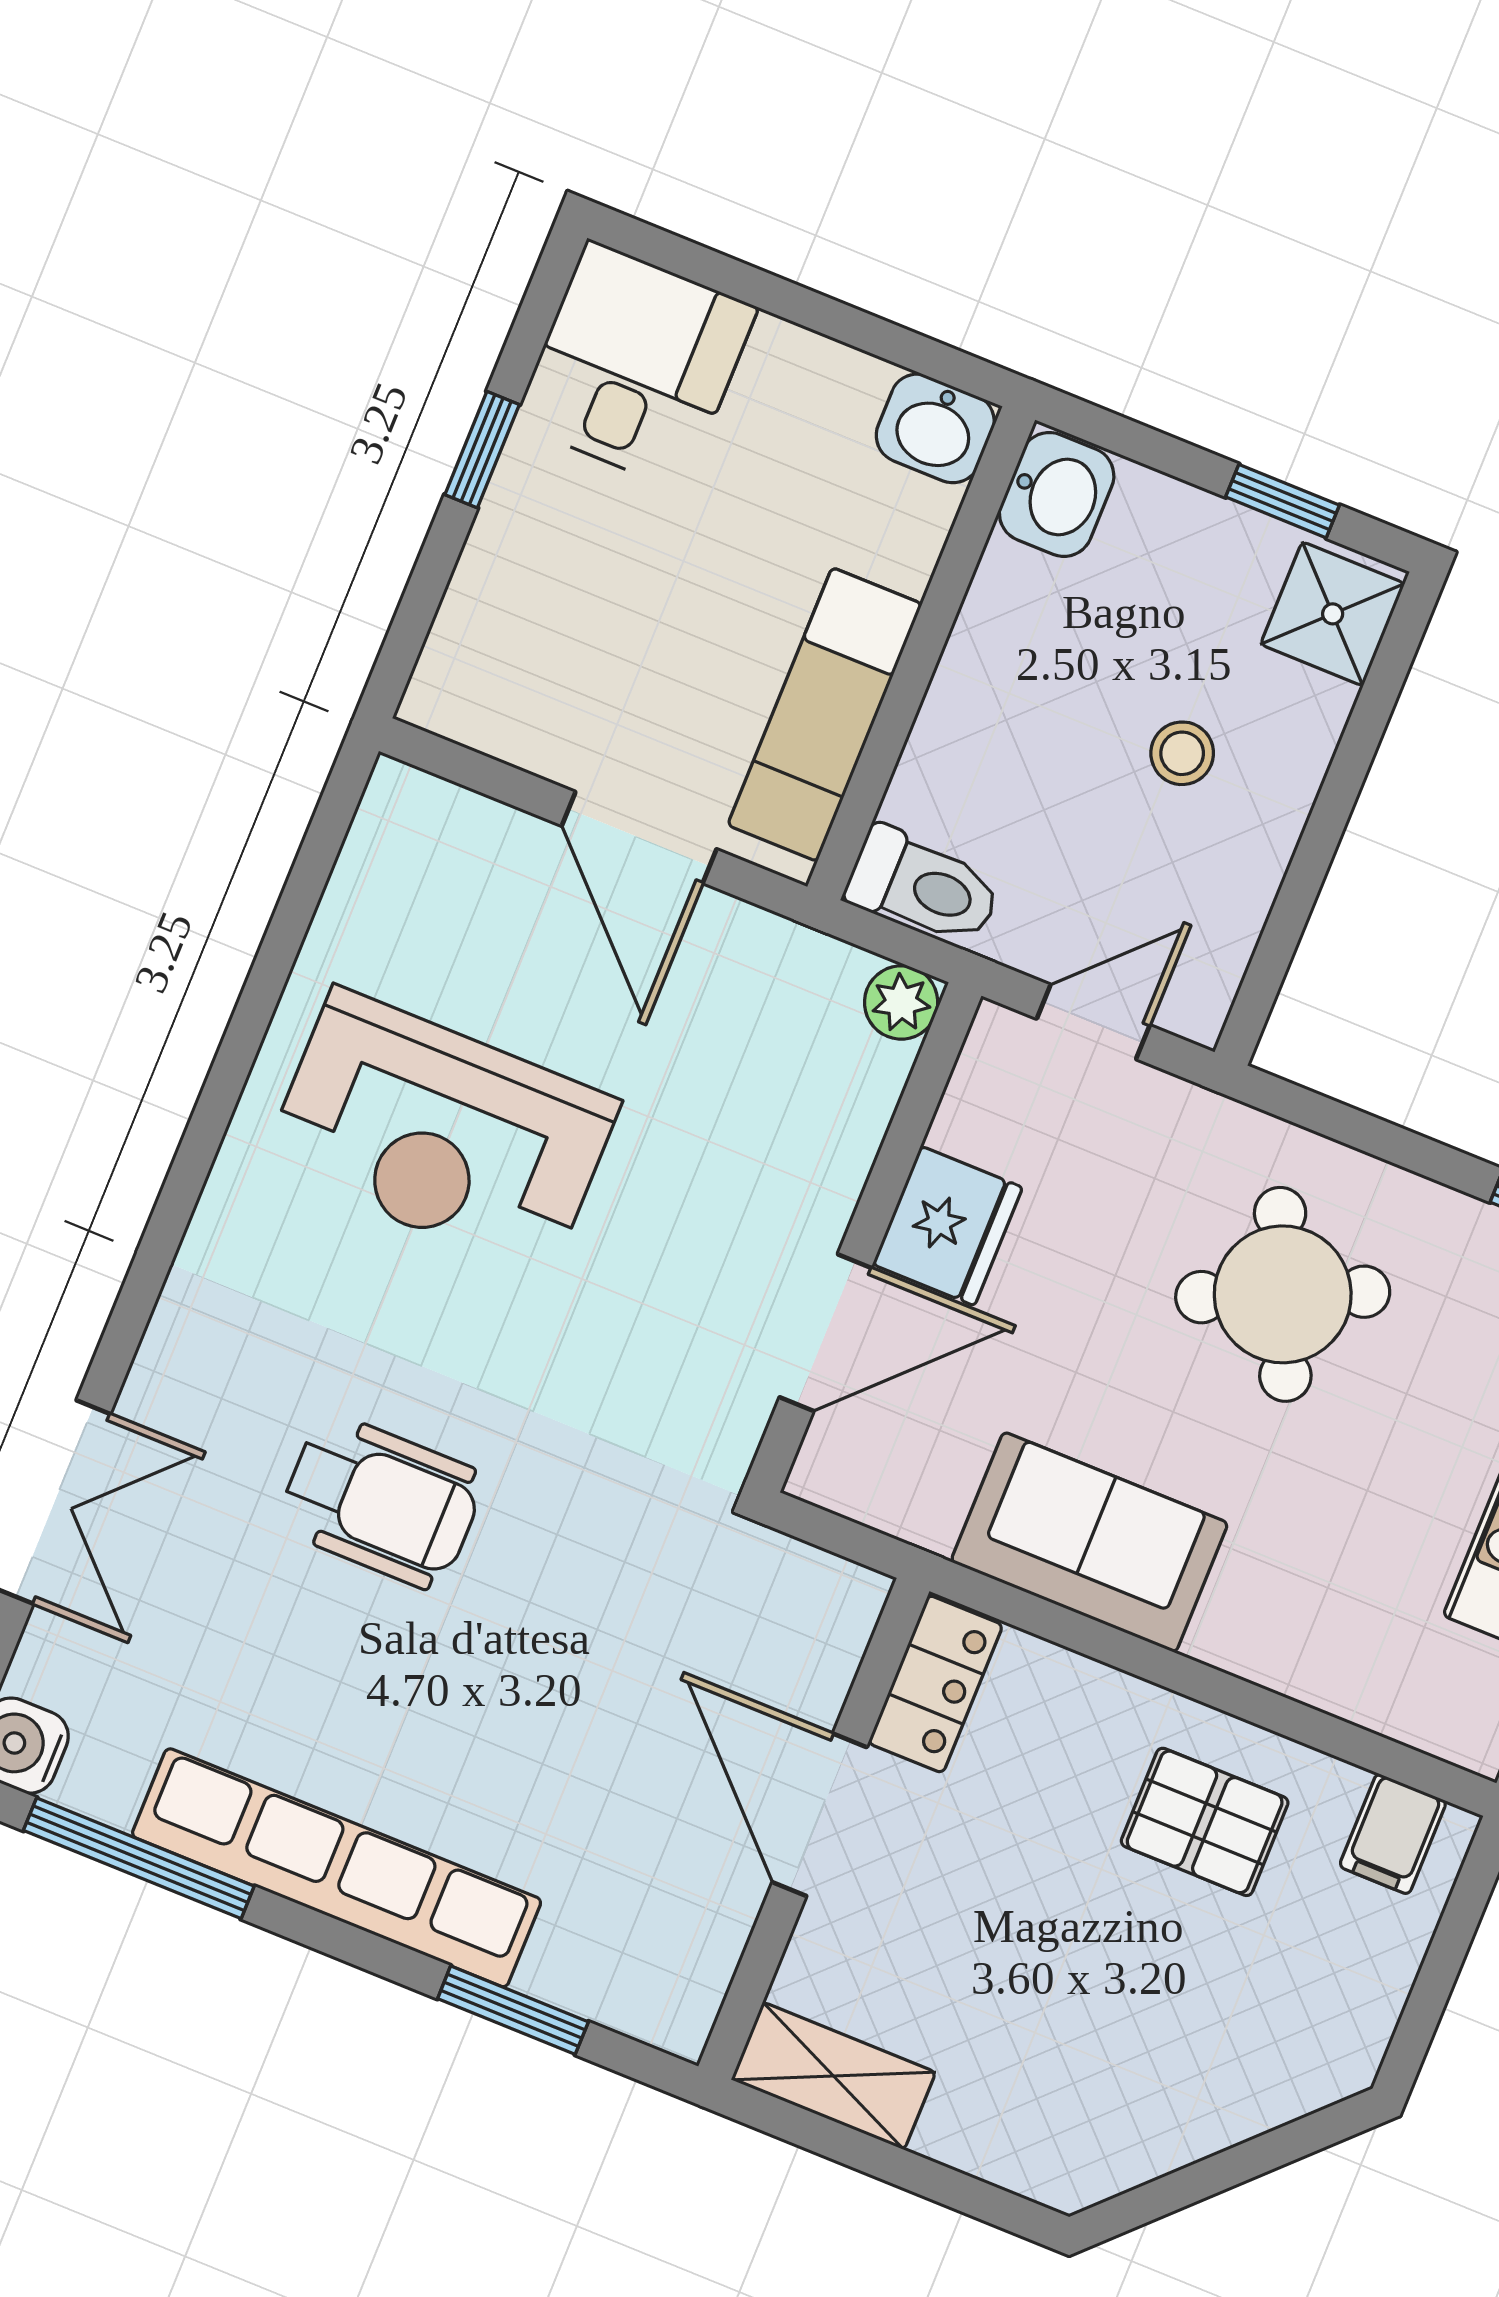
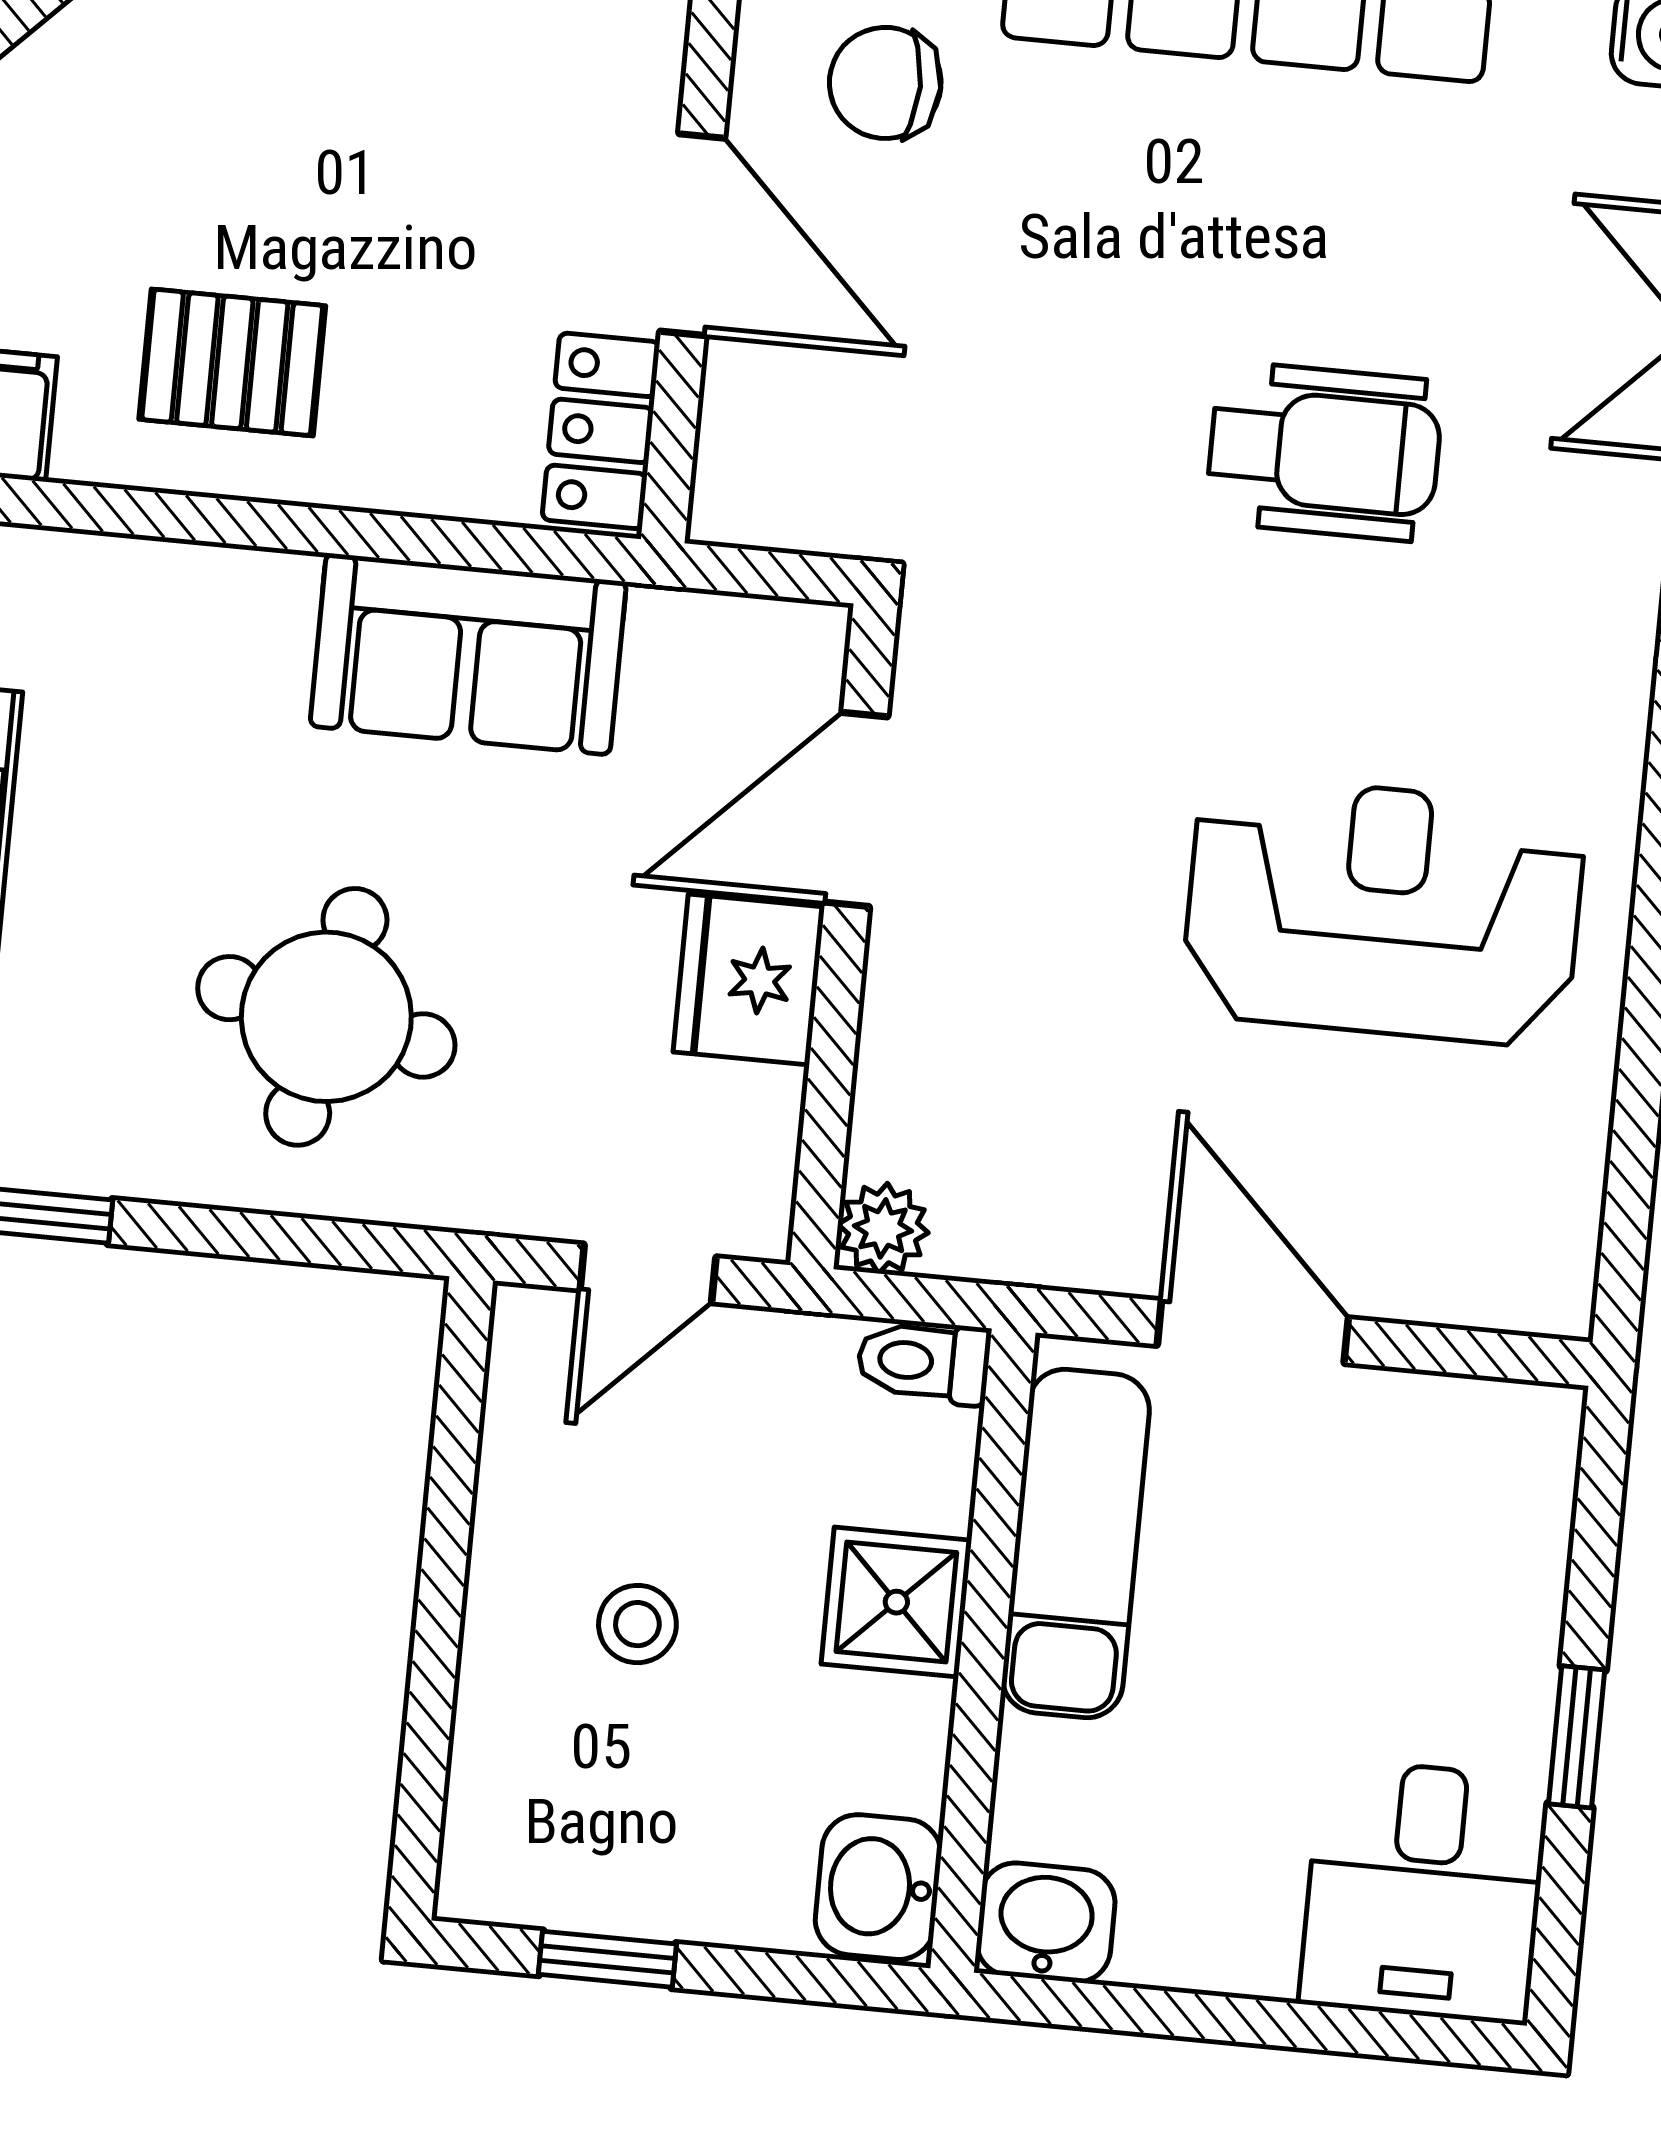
shower: (1333, 614) -> (896, 1602), moved
toilet: (924, 887) -> (924, 1362), width x0.73, depth x0.72
round table: (1283, 1294) -> (326, 1017), turned 35
wheelchair: (381, 1501) -> (1324, 452), turned 180
chair: (635, 1887) -> (885, 83), added

